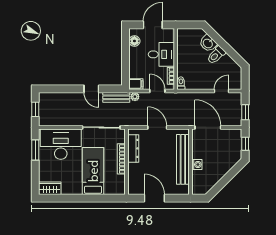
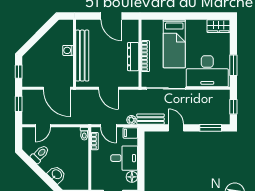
desk: (161, 54) -> (124, 158), moved, turned 180
toilet: (216, 55) -> (40, 154), moved
window: (57, 89) -> (211, 128), added
dresser: (133, 148) -> (133, 57), moved

